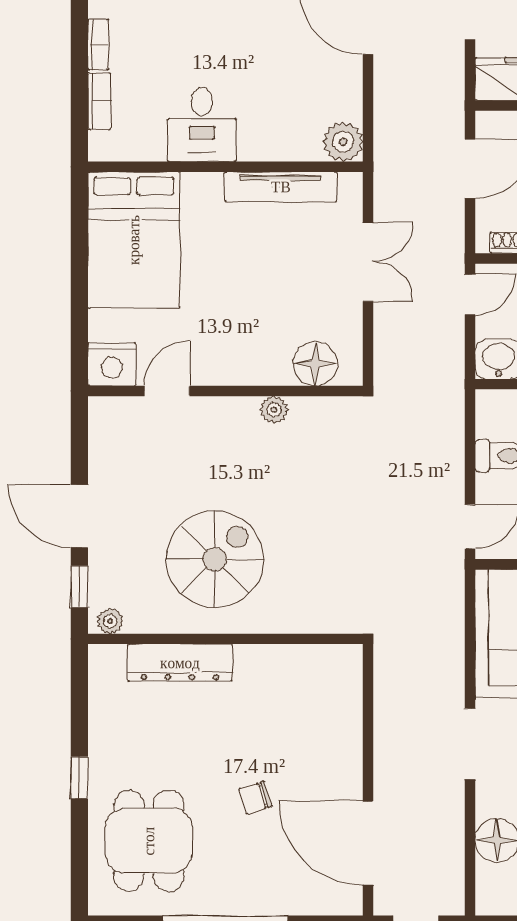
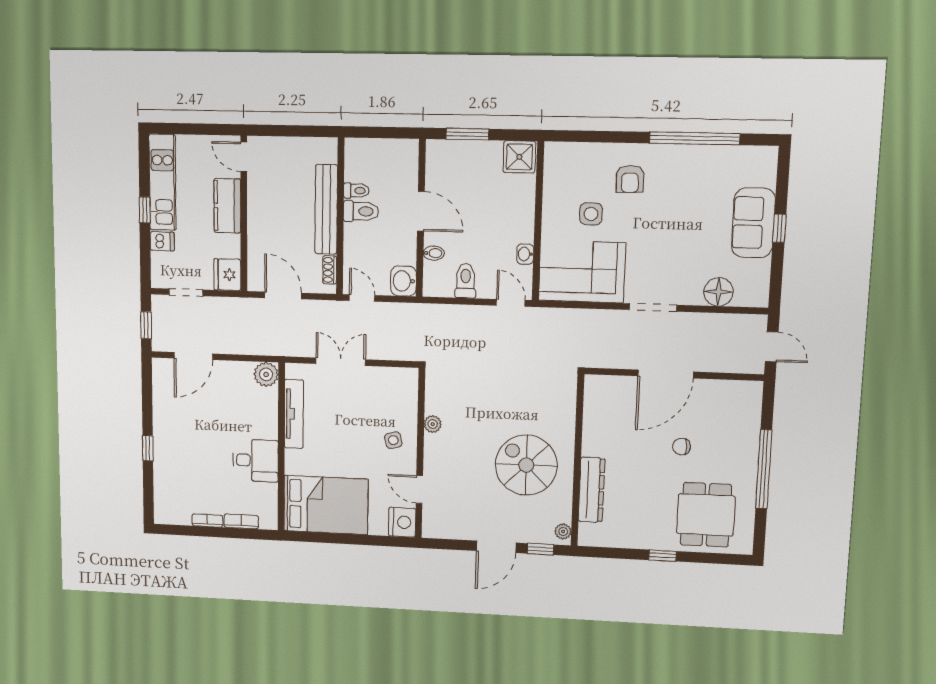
side table: (245, 348) -> (393, 440), added
floor lamp: (315, 364) -> (404, 397), removed
chair: (255, 798) -> (681, 447), turned 107
dining table: (149, 841) -> (706, 515), turned 90
door: (368, 843) -> (666, 374), moved

